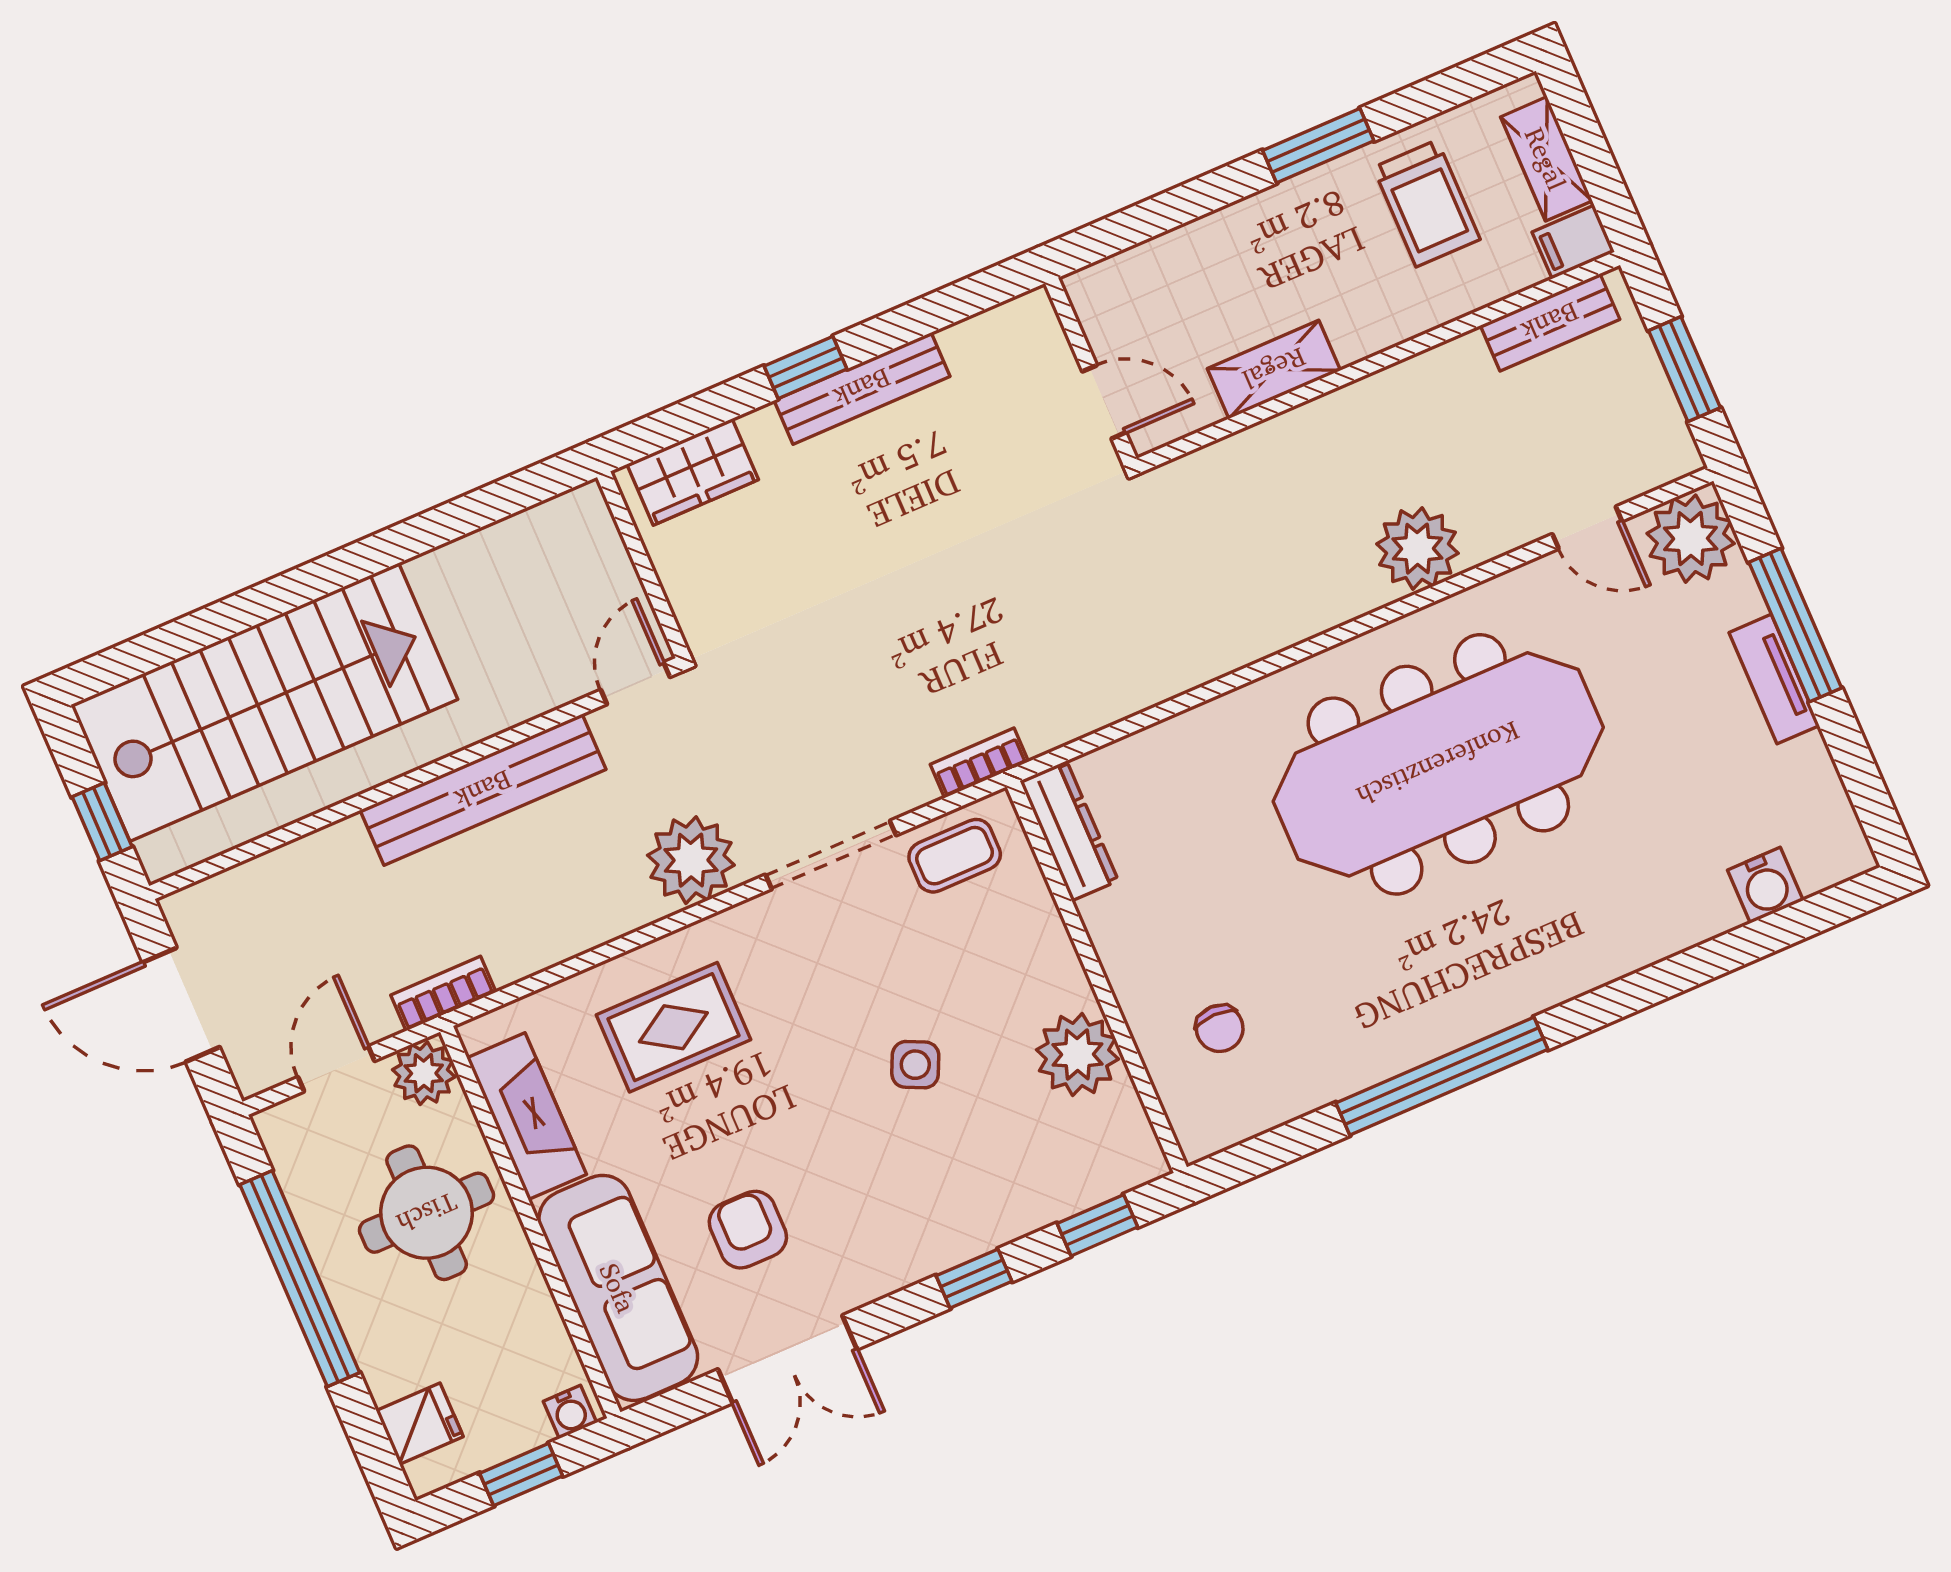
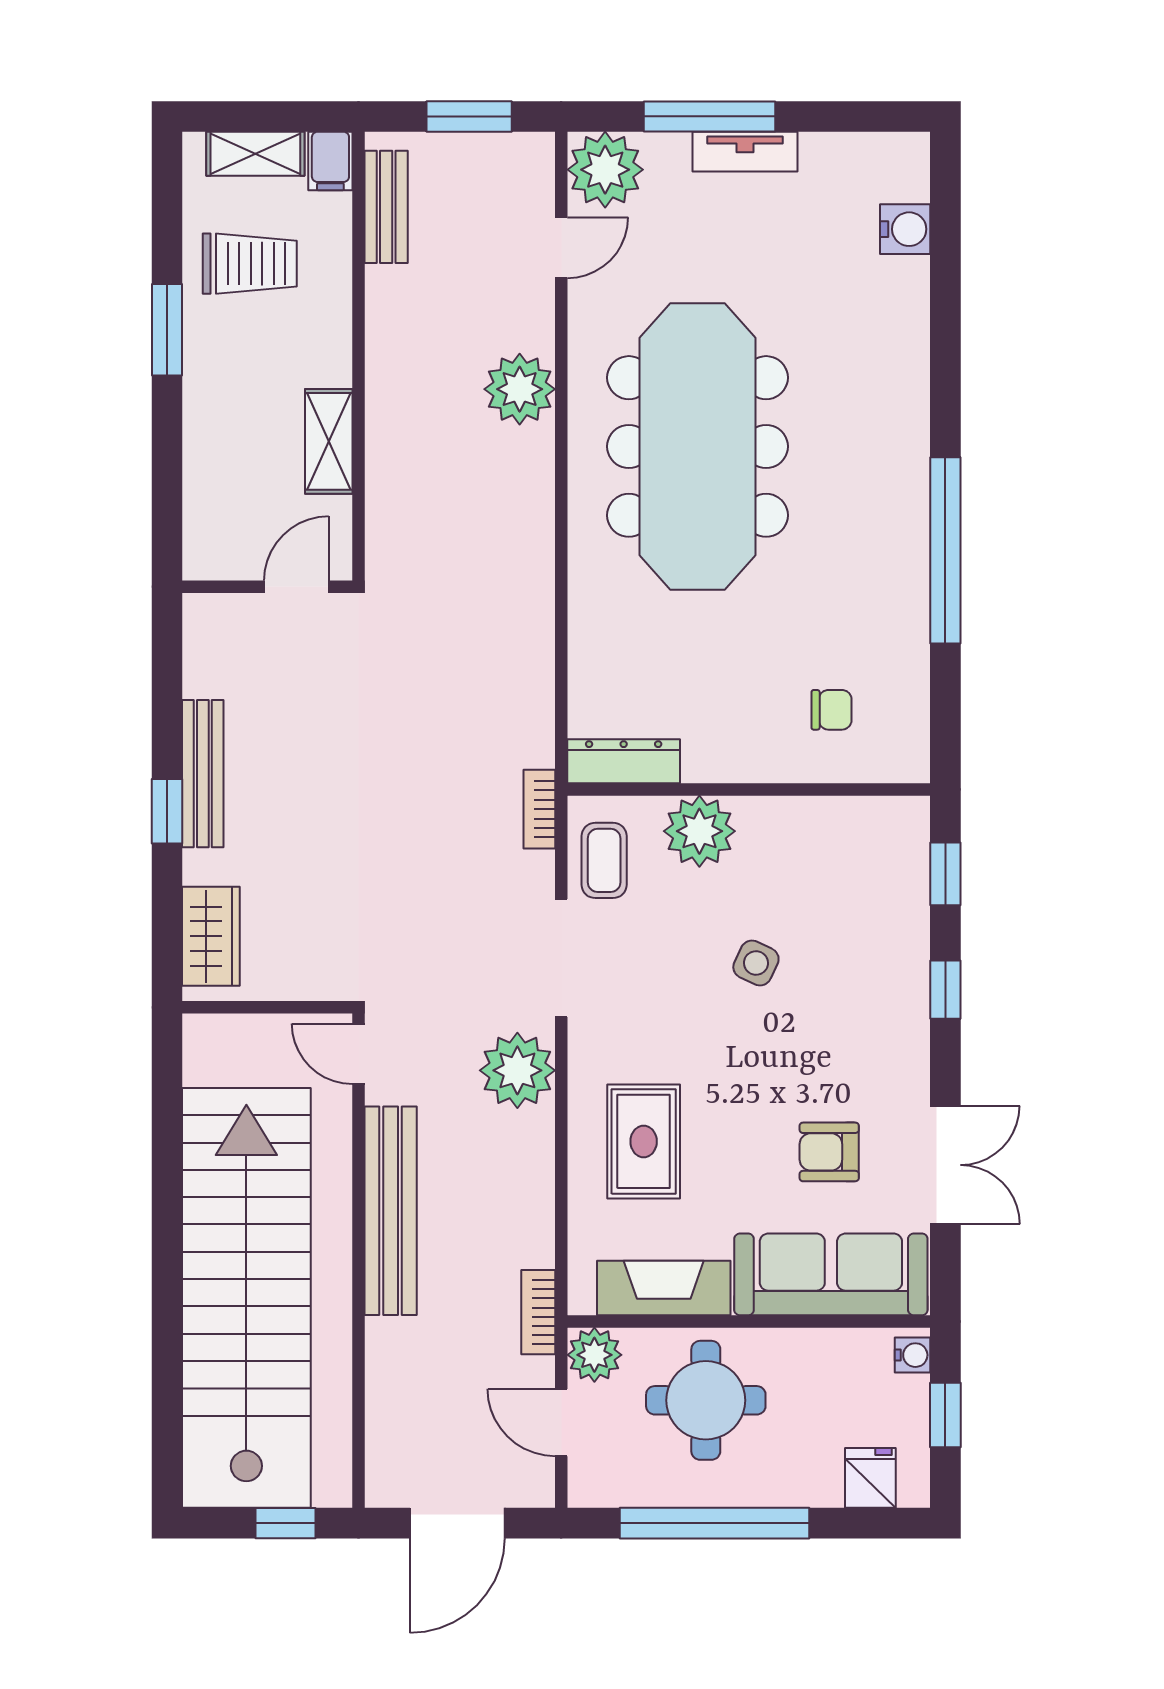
stairs: (264, 702) -> (246, 1298), width x1.36
plant: (1077, 1054) -> (699, 831), moved

